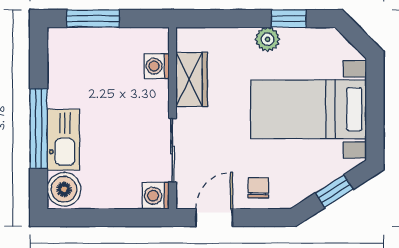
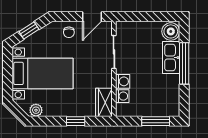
window: (289, 19) -> (76, 121), moved
plant: (268, 39) -> (36, 110), moved
wardrobe: (192, 79) -> (104, 102), moved
washing machine: (156, 196) -> (123, 81), moved

